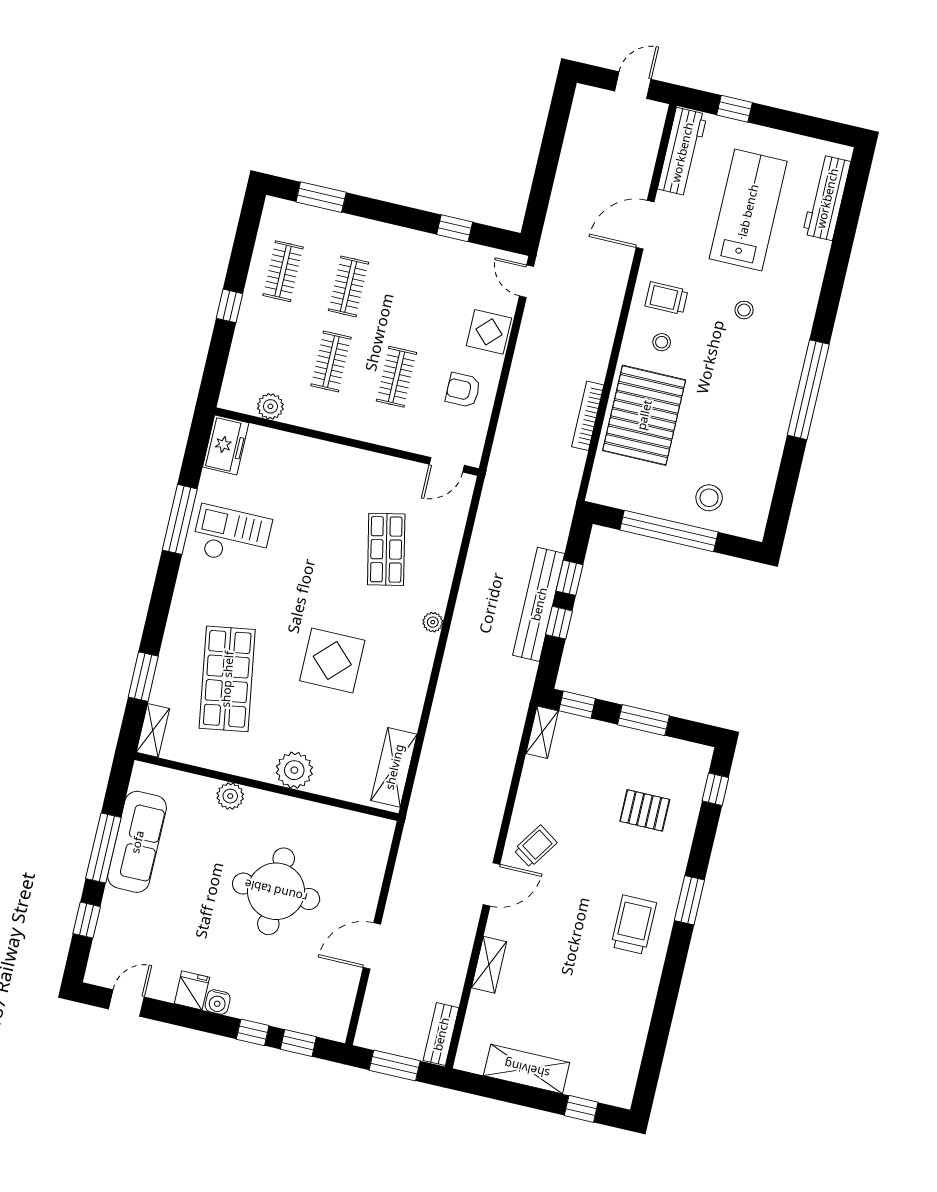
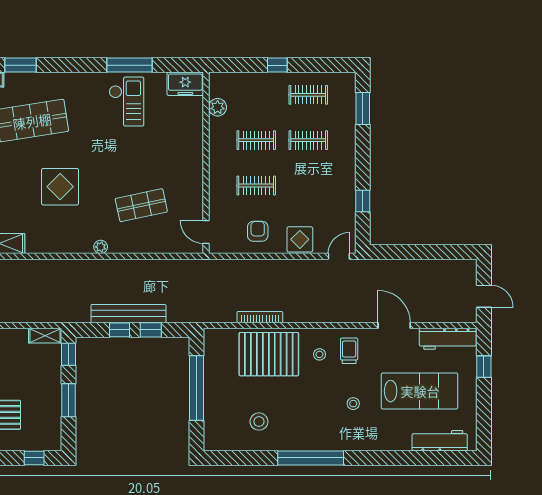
stool: (709, 498) -> (259, 422), moved

